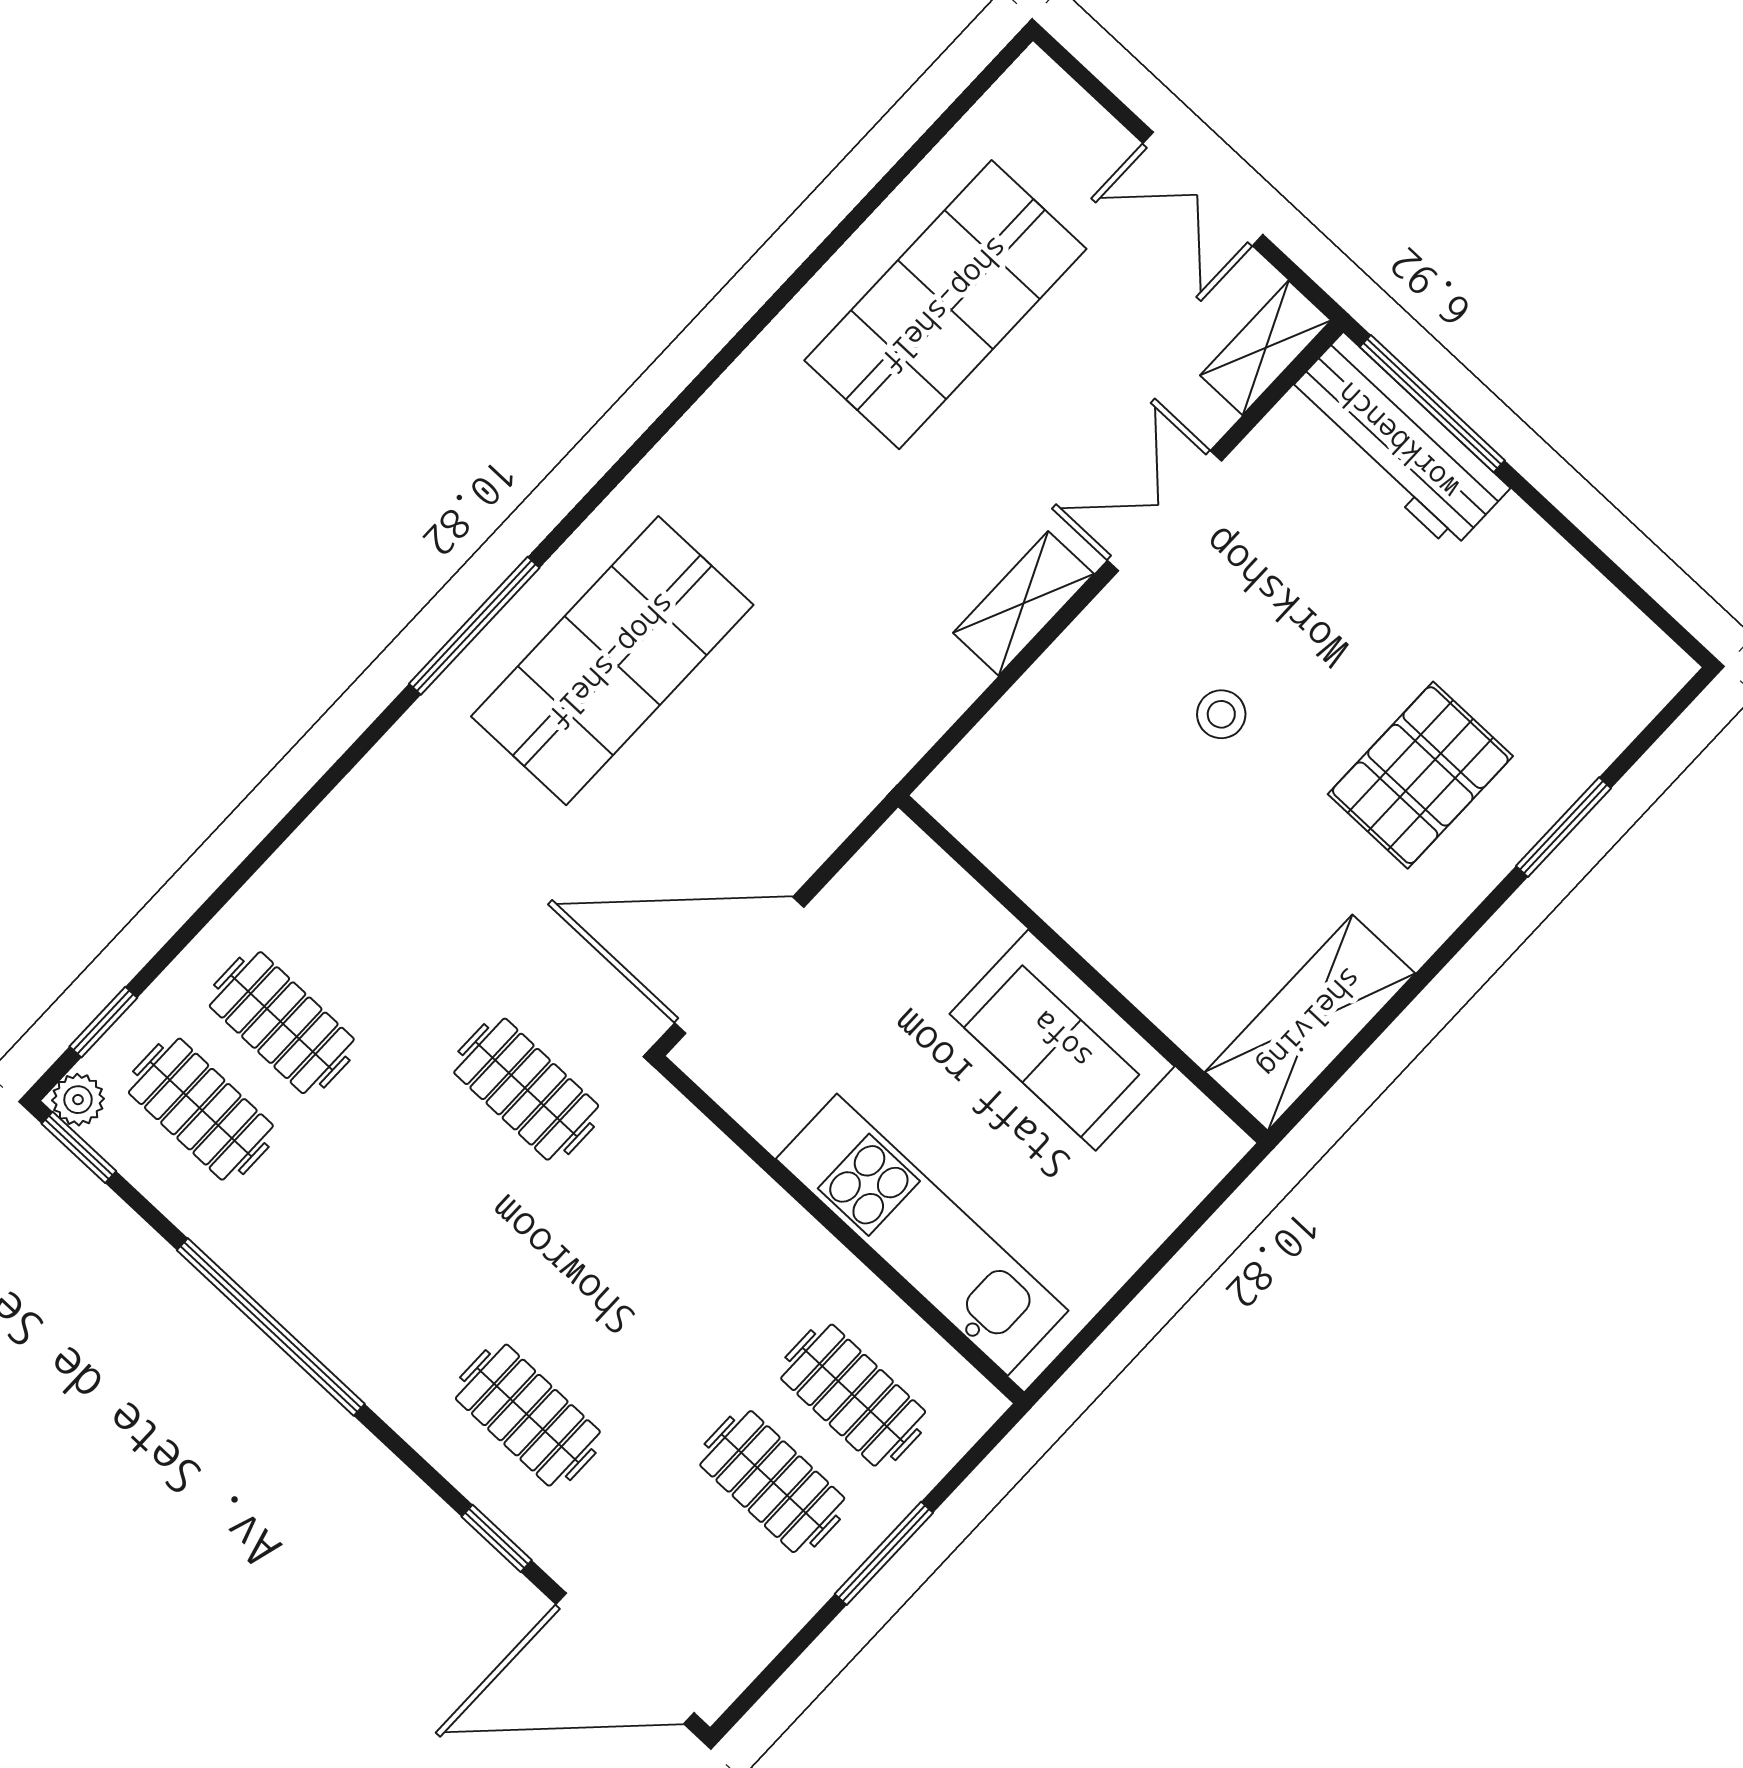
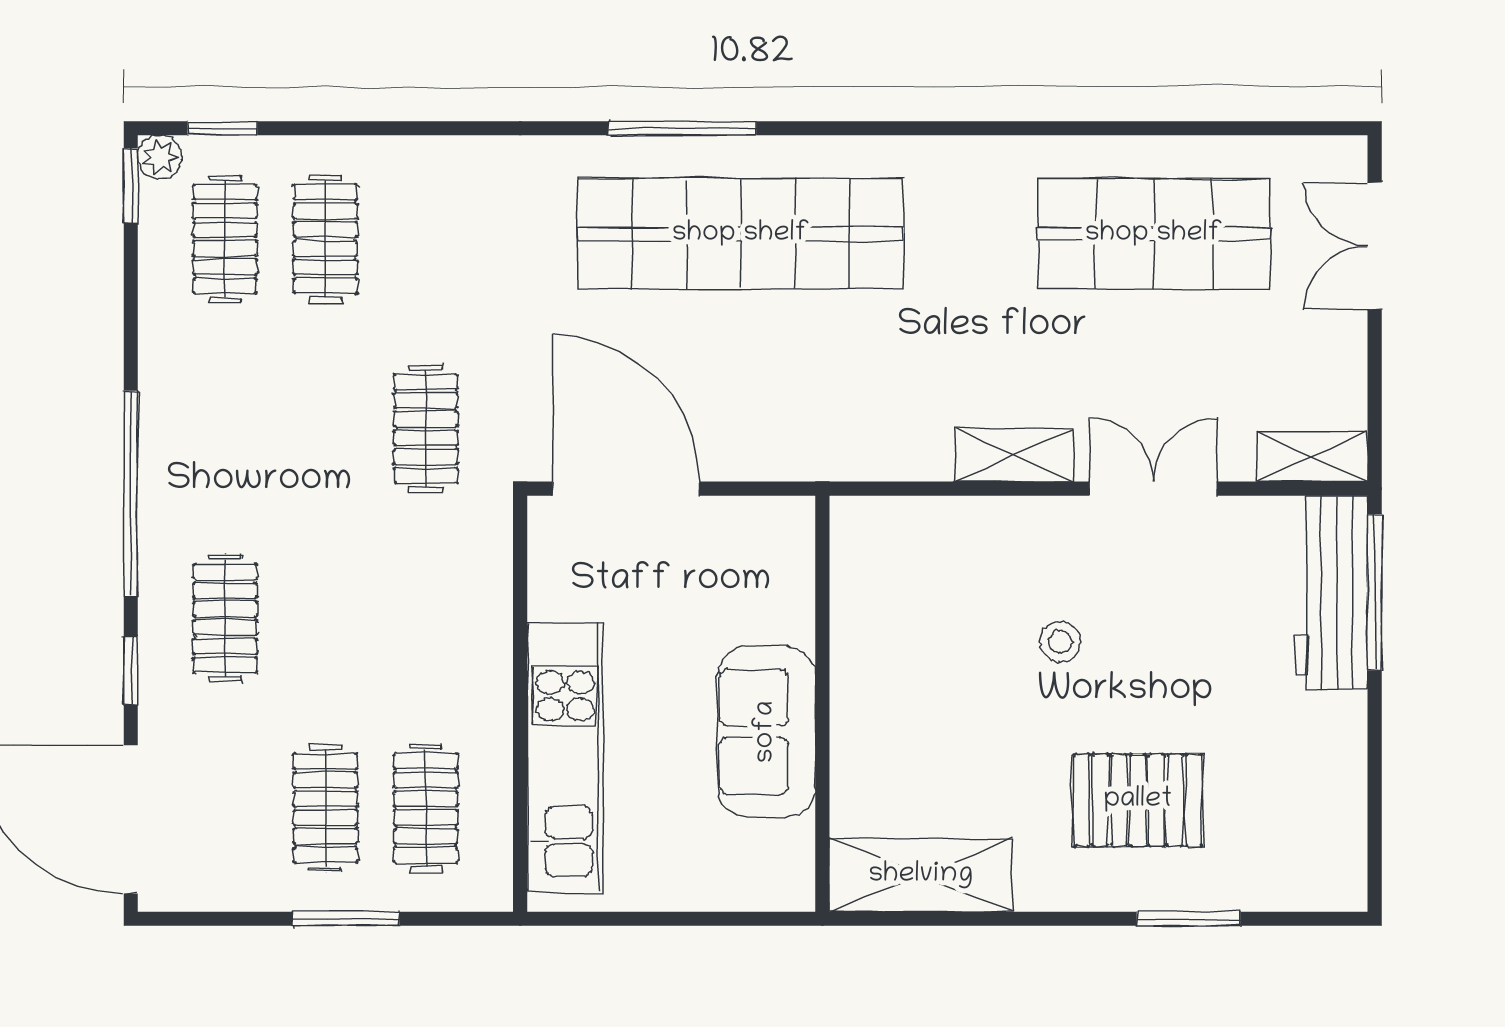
double door: (1203, 189) -> (1375, 246), moved
shop shelf: (612, 661) -> (741, 234), width x1.40
window: (271, 1327) -> (131, 494), moved

